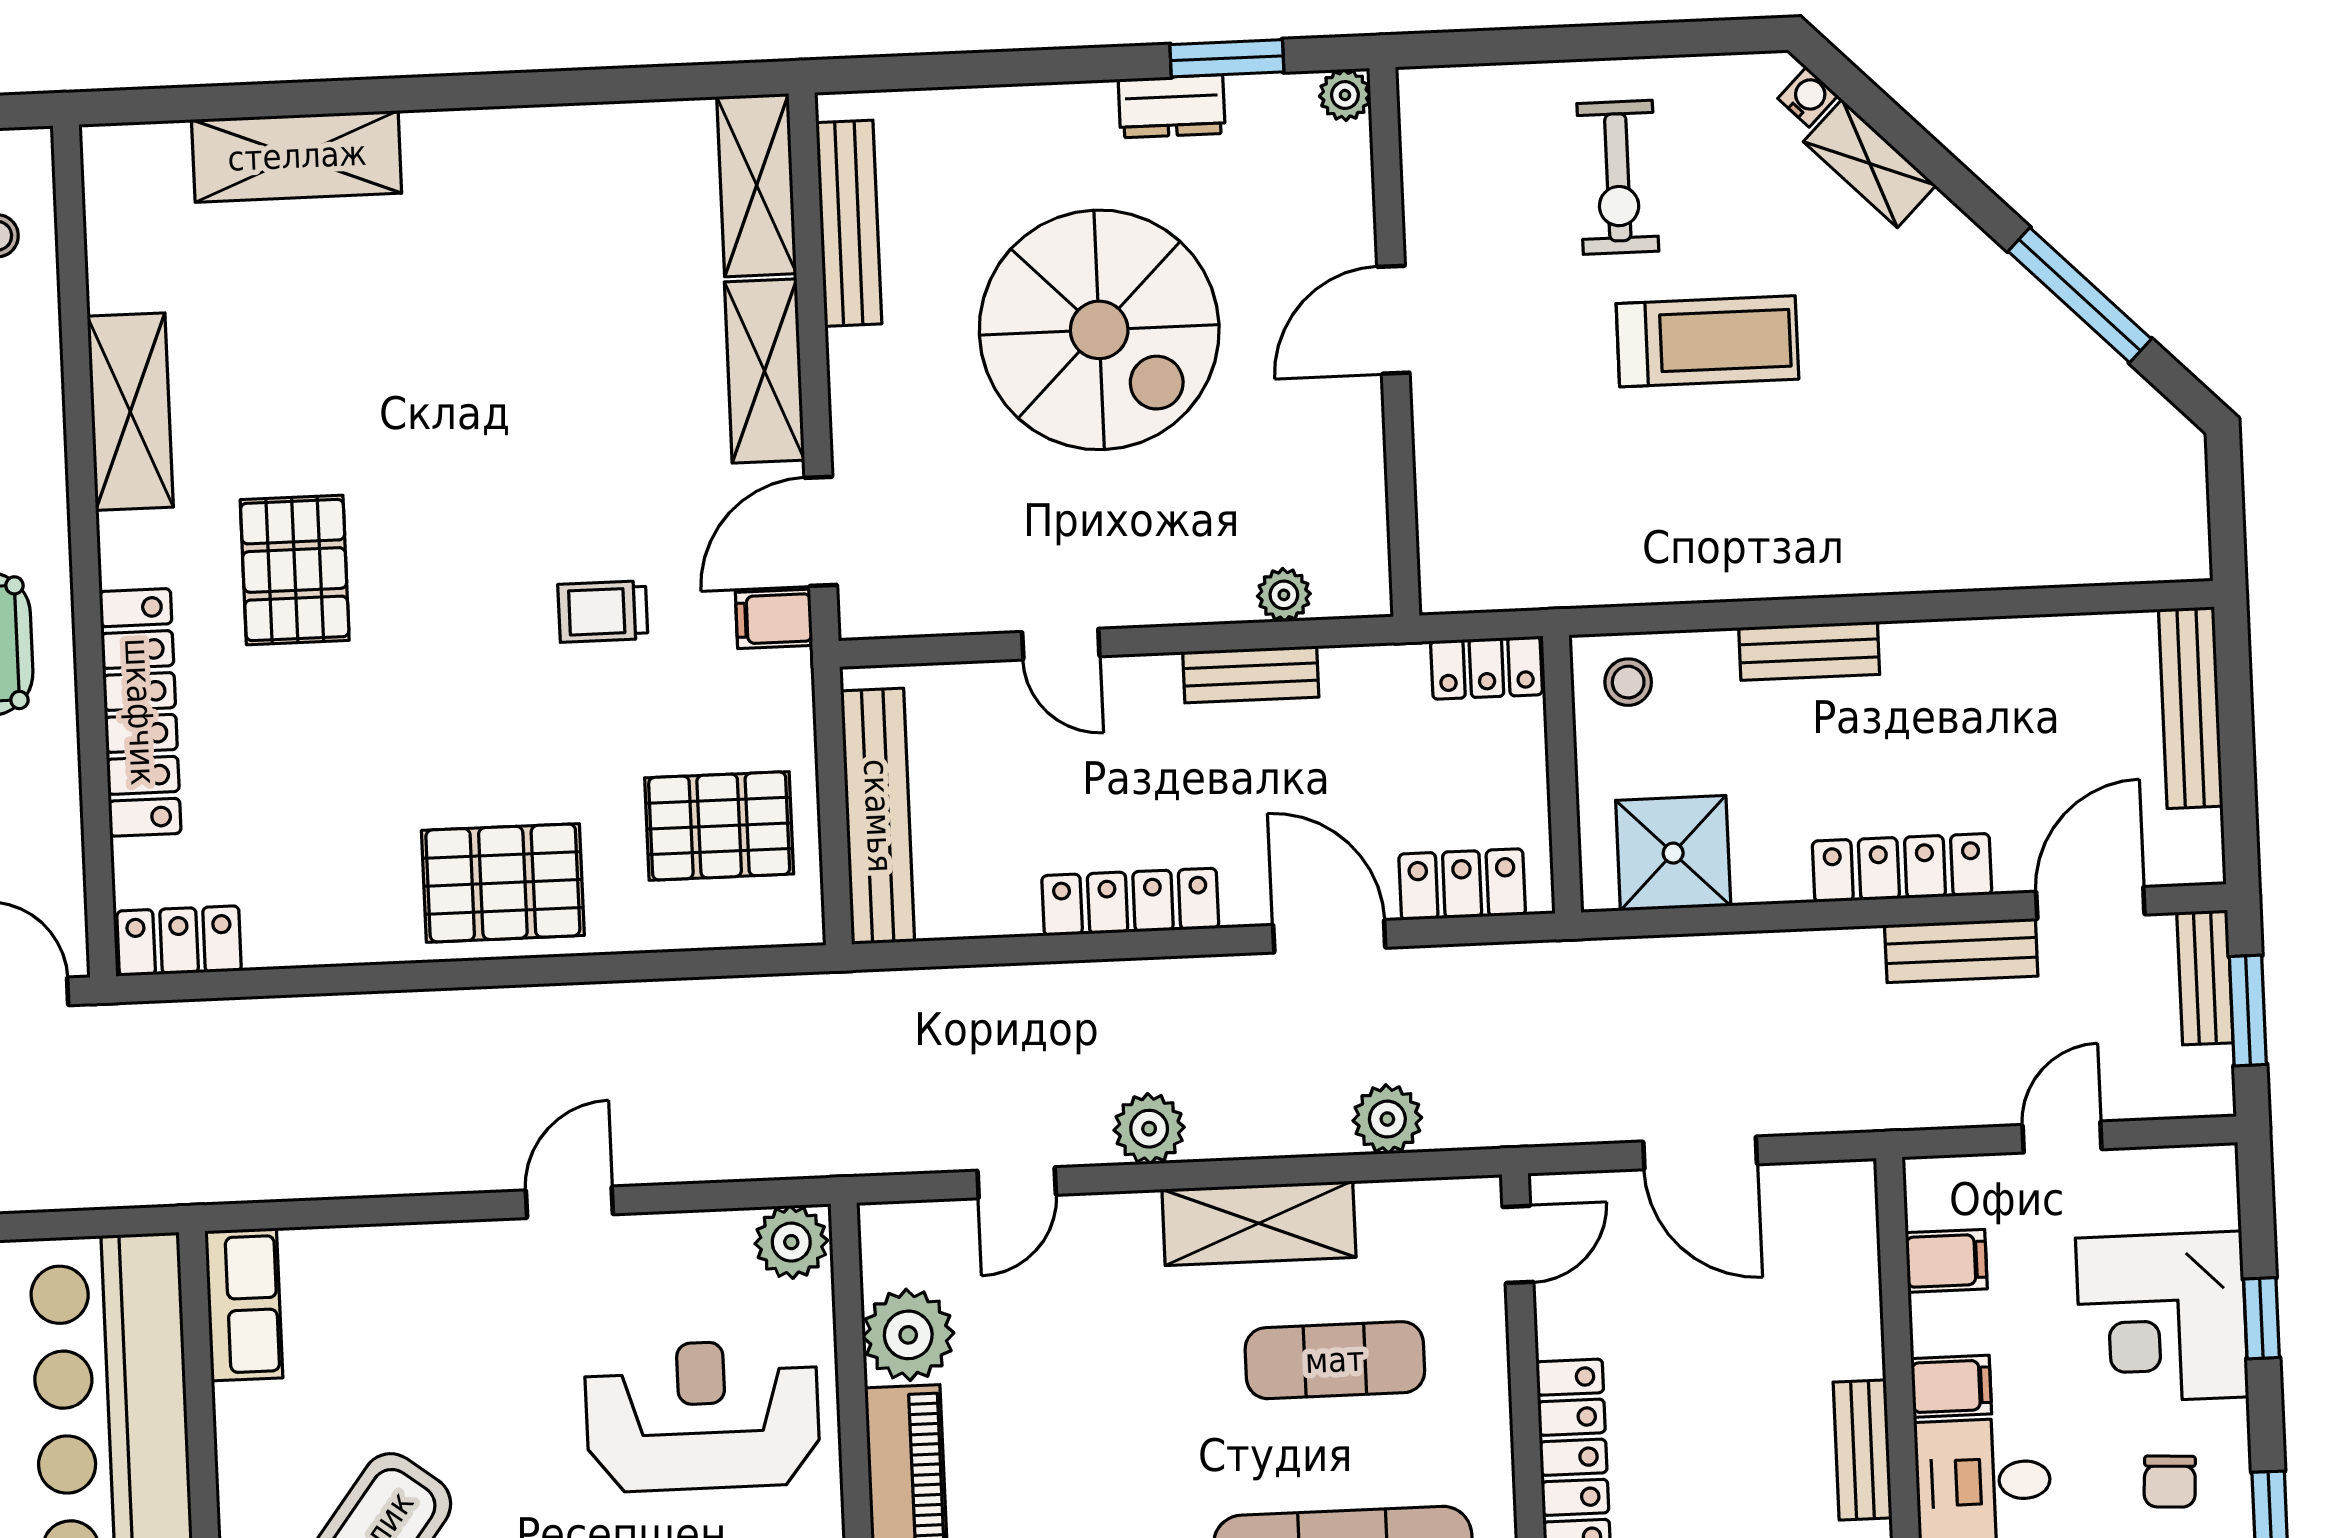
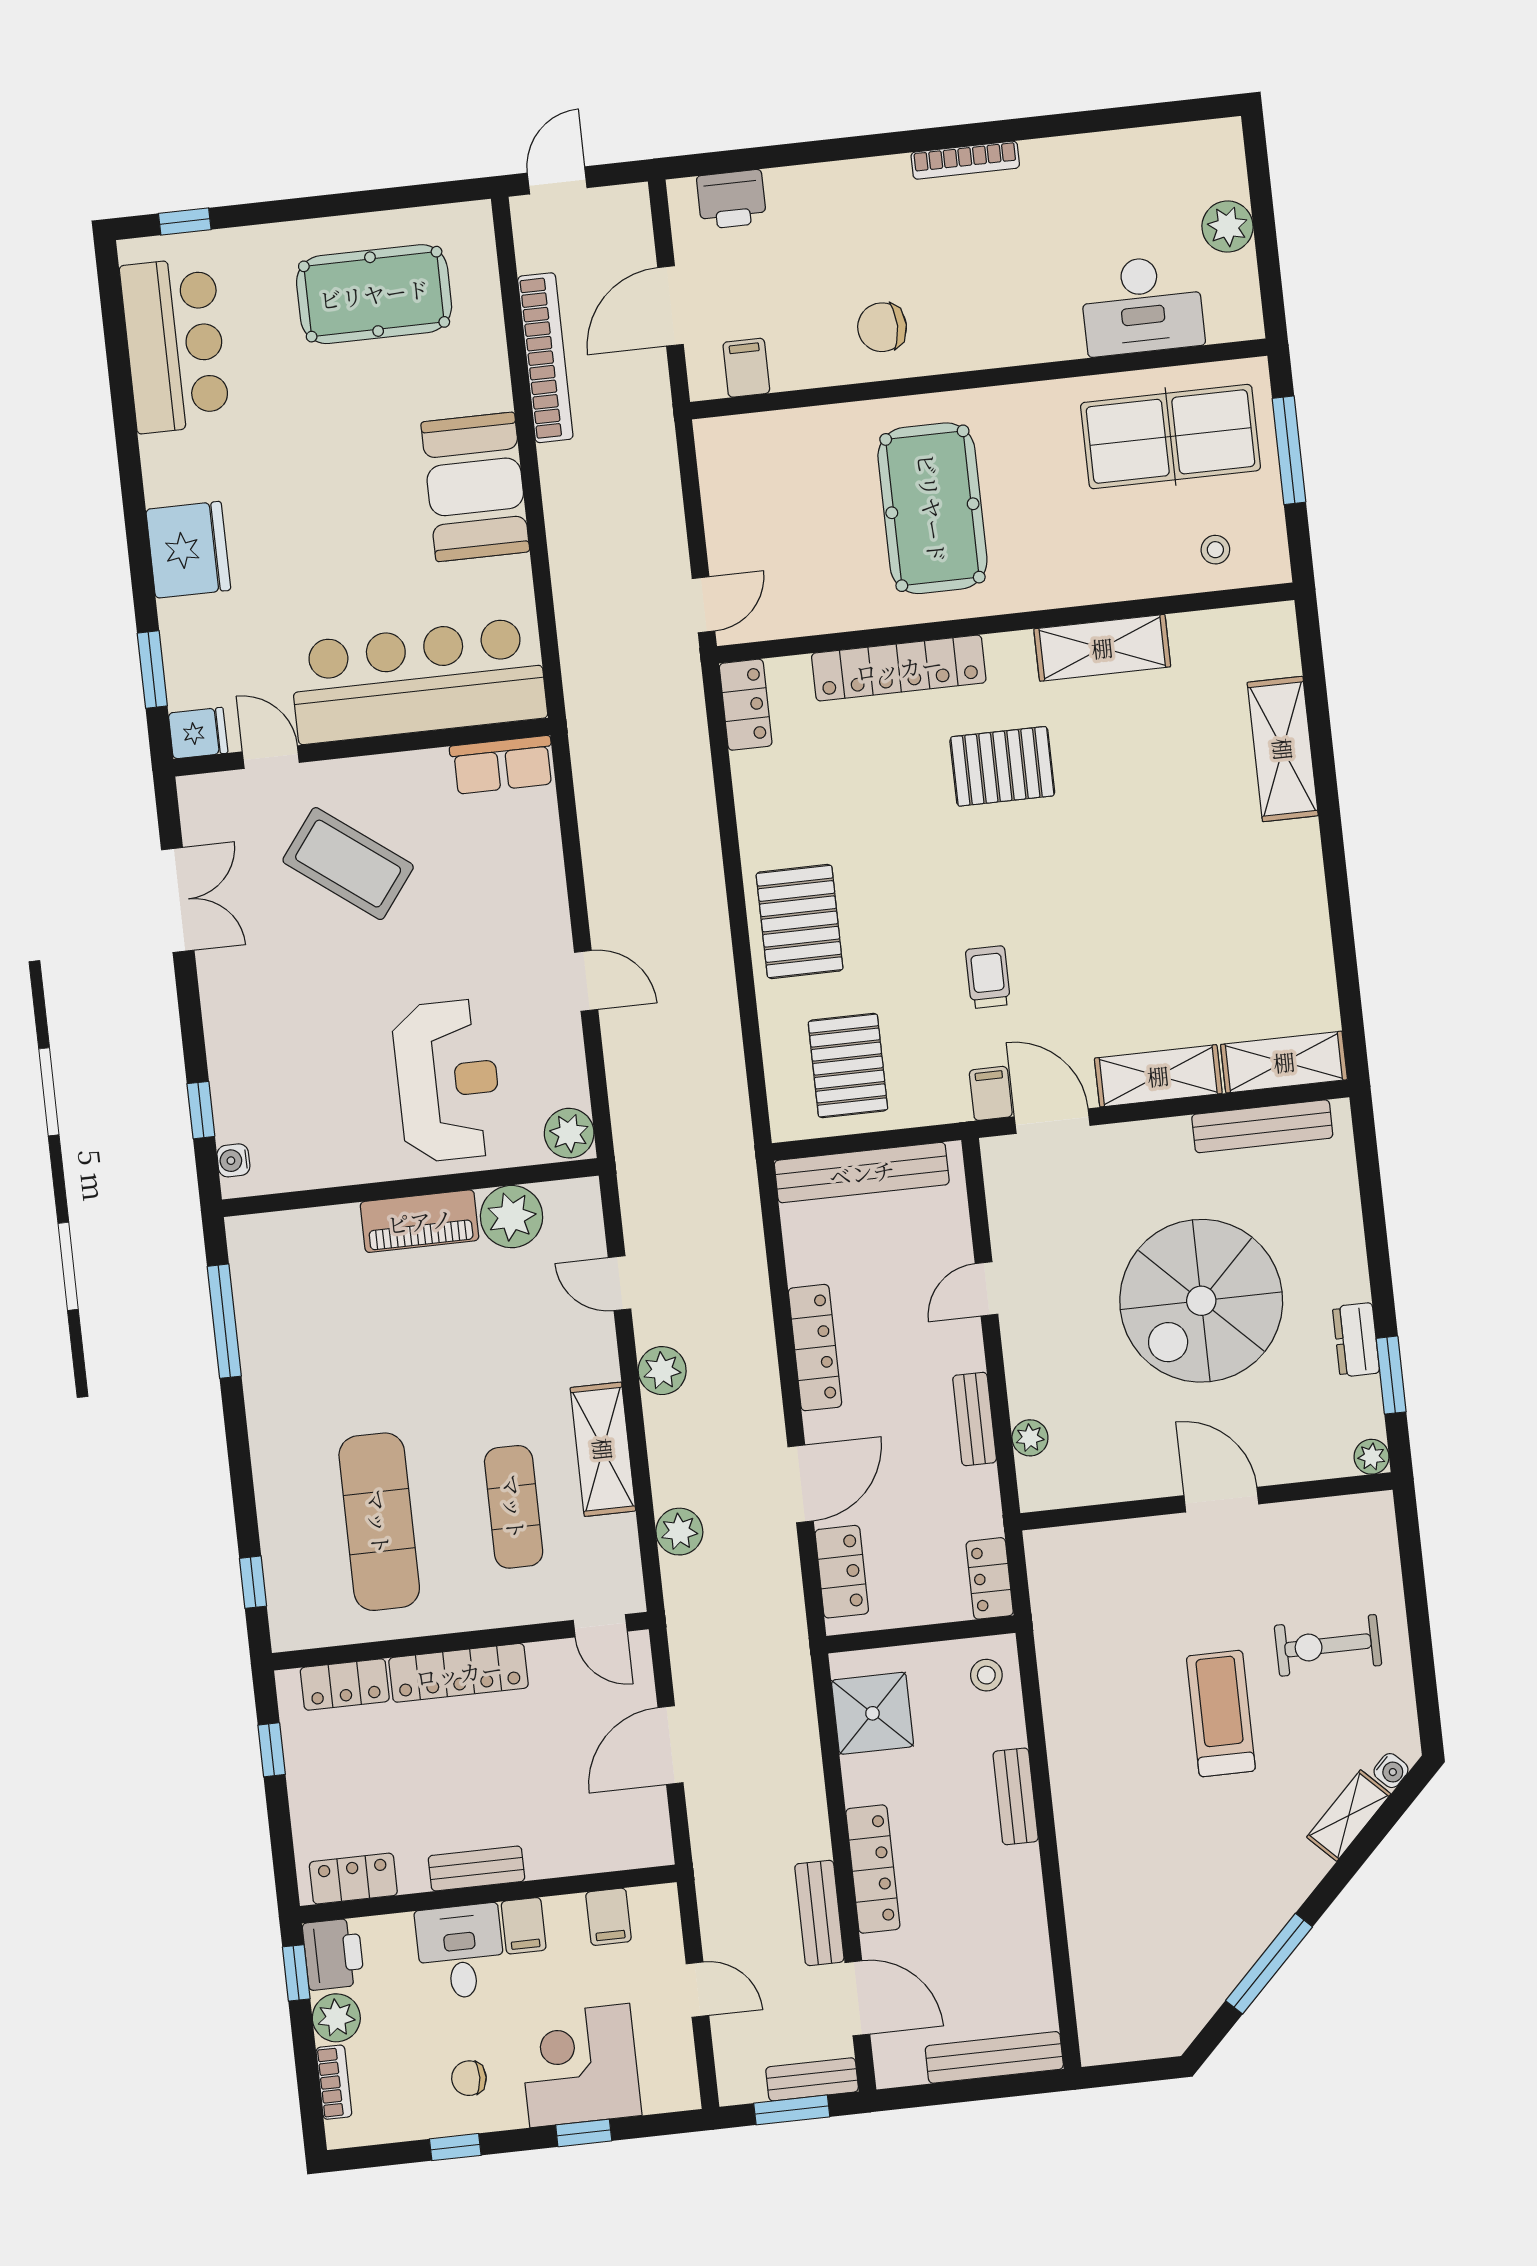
treadmill: (1707, 341) -> (1221, 1714), turned 180

